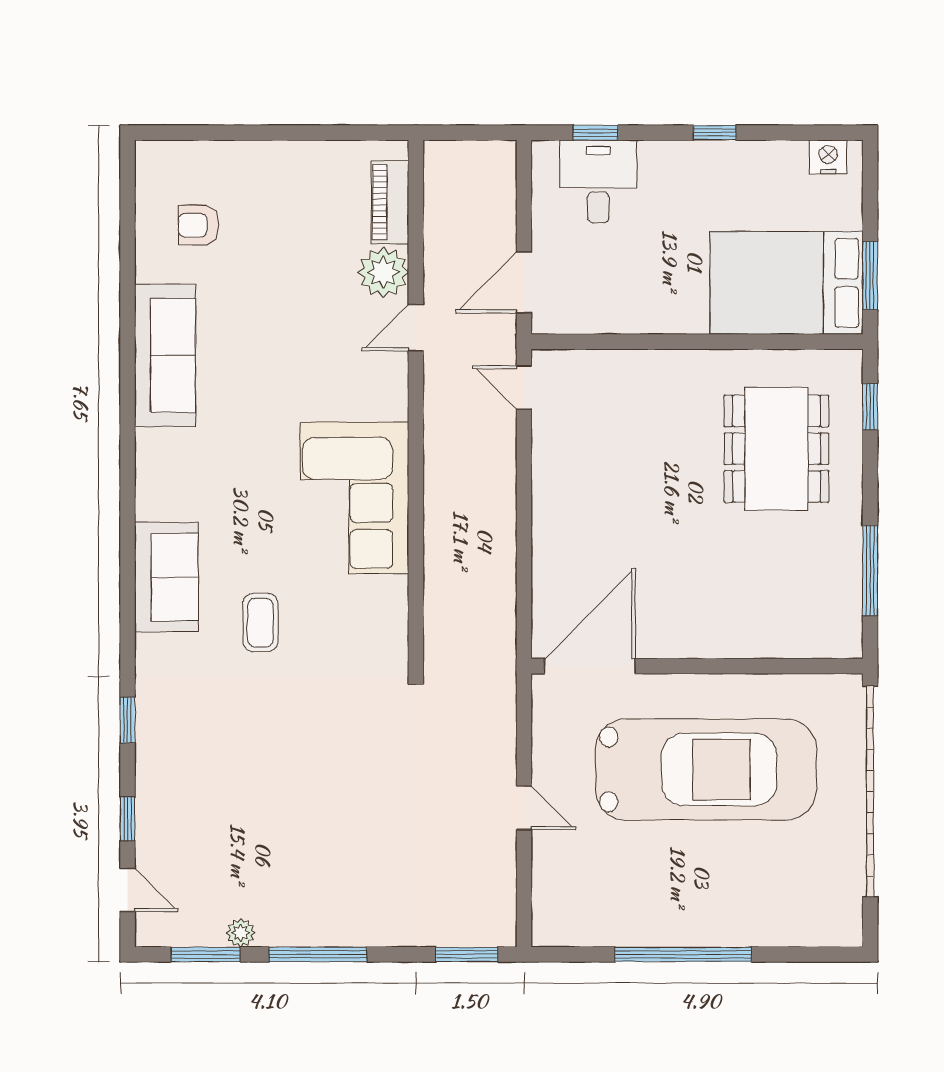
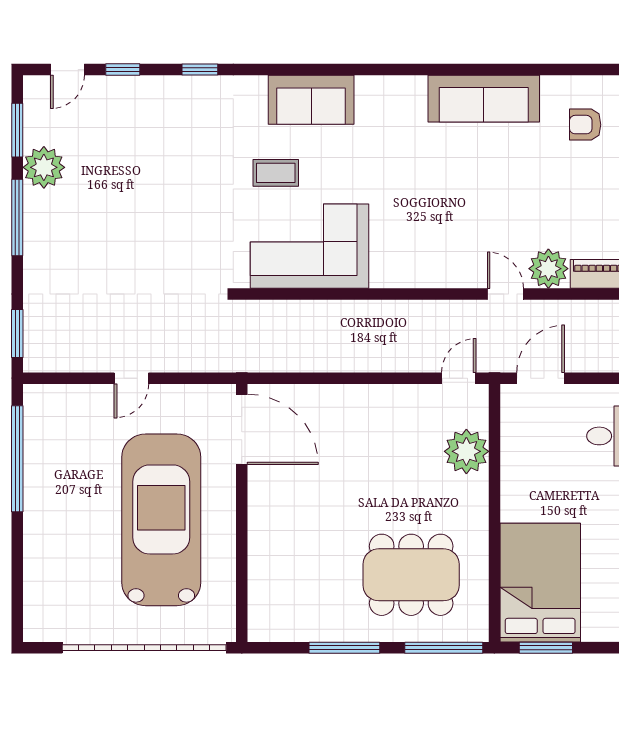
armchair: (198, 225) -> (585, 125), turned -90
door: (524, 282) -> (541, 378), hinge flipped
plant: (618, 378) -> (466, 451), added
window: (870, 407) -> (444, 648), width x2.17
corner sofa: (355, 498) -> (310, 246), moved
window: (870, 571) -> (344, 648), moved
car: (706, 769) -> (161, 520), turned 180
plant: (241, 933) -> (44, 167), width x1.88, depth x1.88
window: (683, 954) -> (17, 459), moved

